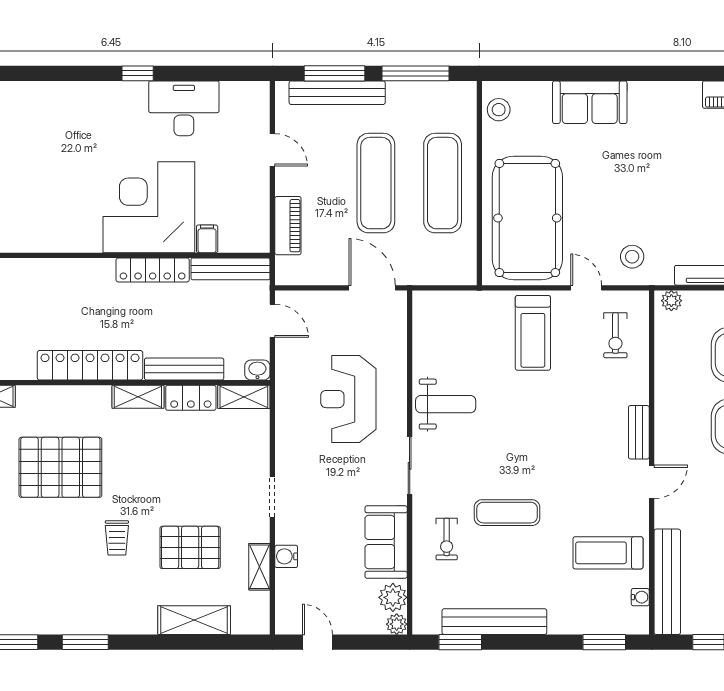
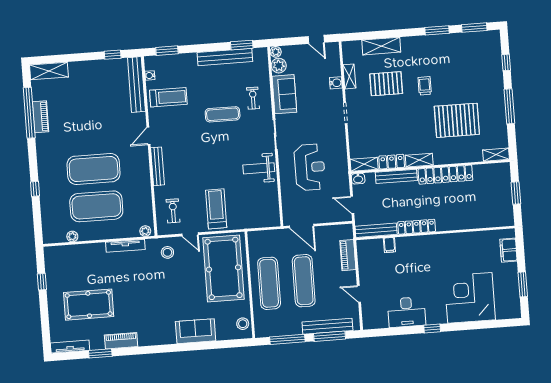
corner desk: (149, 207) -> (470, 298), moved, turned 180
bench: (639, 432) -> (157, 166), width x1.36

